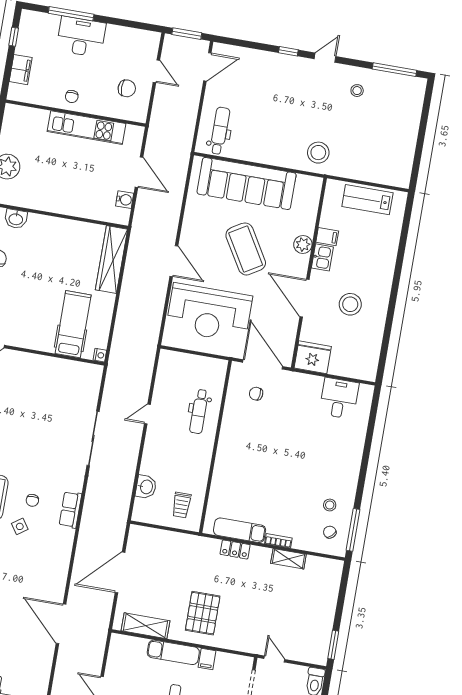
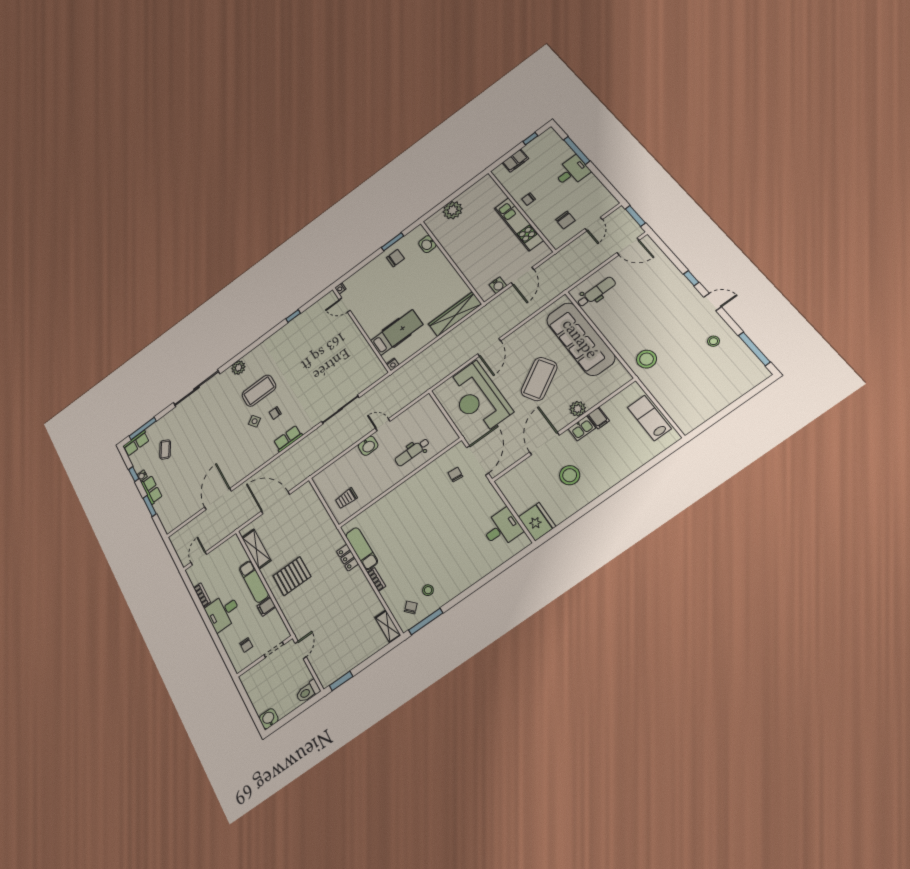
desk: (81, 37) -> (572, 172), width x0.73
fridge: (313, 357) -> (537, 522), moved
washbasin: (146, 487) -> (368, 446), moved
shelving: (288, 559) -> (388, 626), moved

